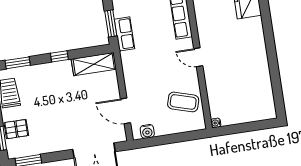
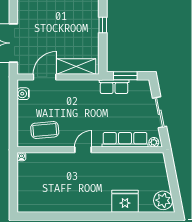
shelving: (94, 64) -> (76, 67), moved, turned 90
coffee table: (183, 102) -> (45, 130), turned 68

